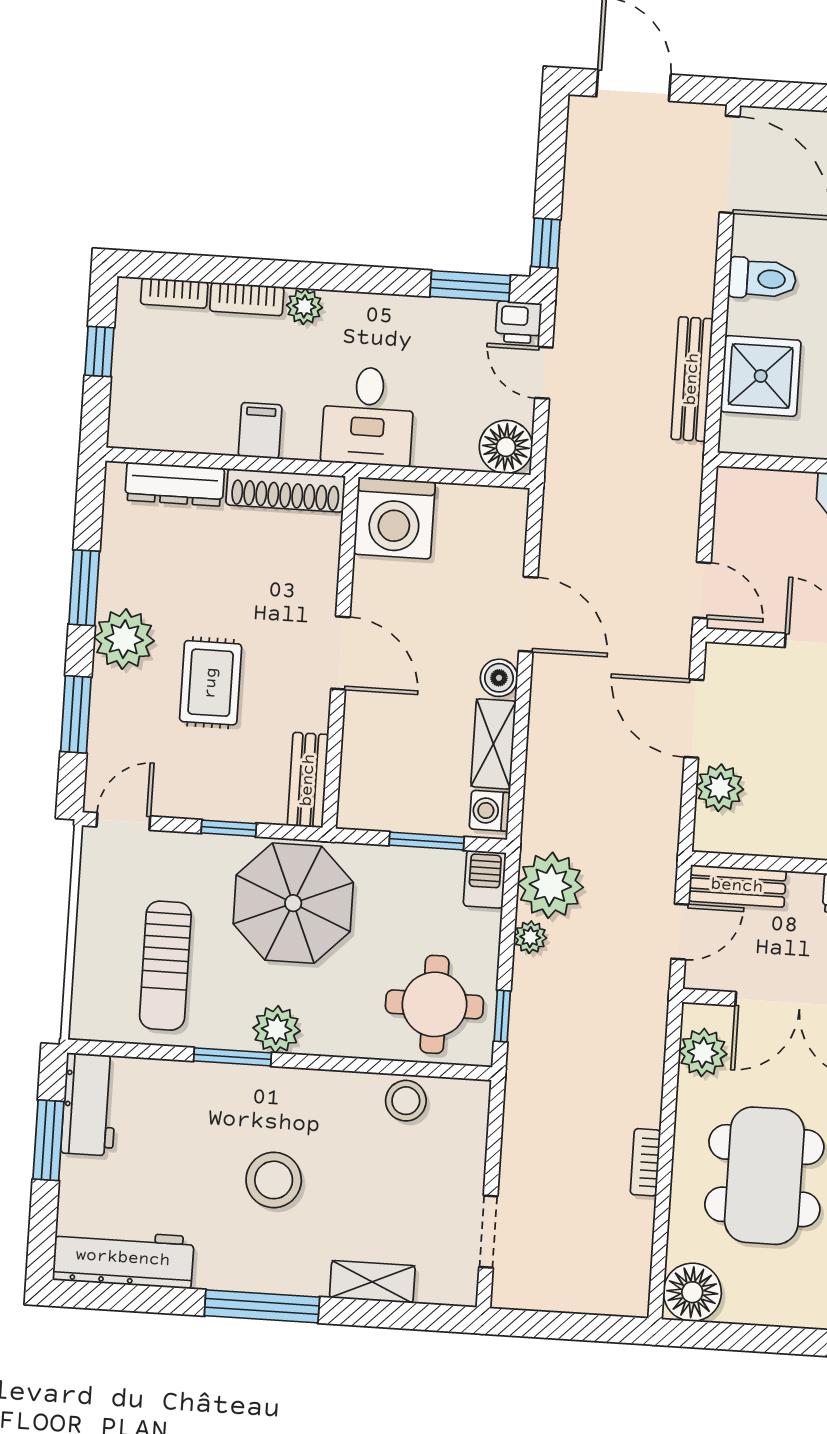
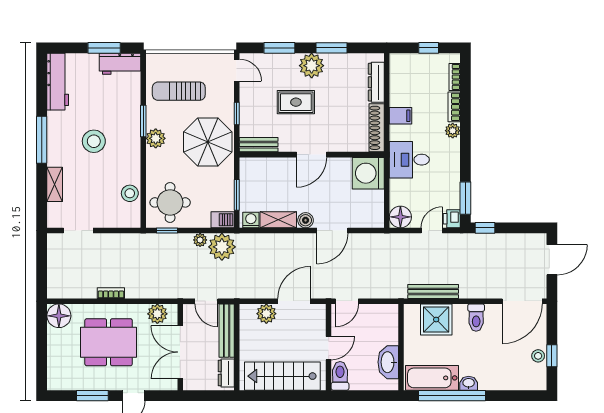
bench: (737, 886) -> (227, 331), width x1.36

